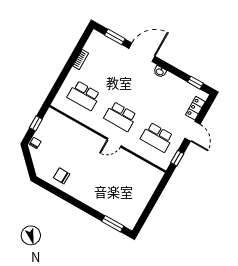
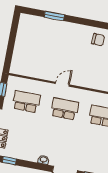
window: (113, 224) -> (54, 16), moved

